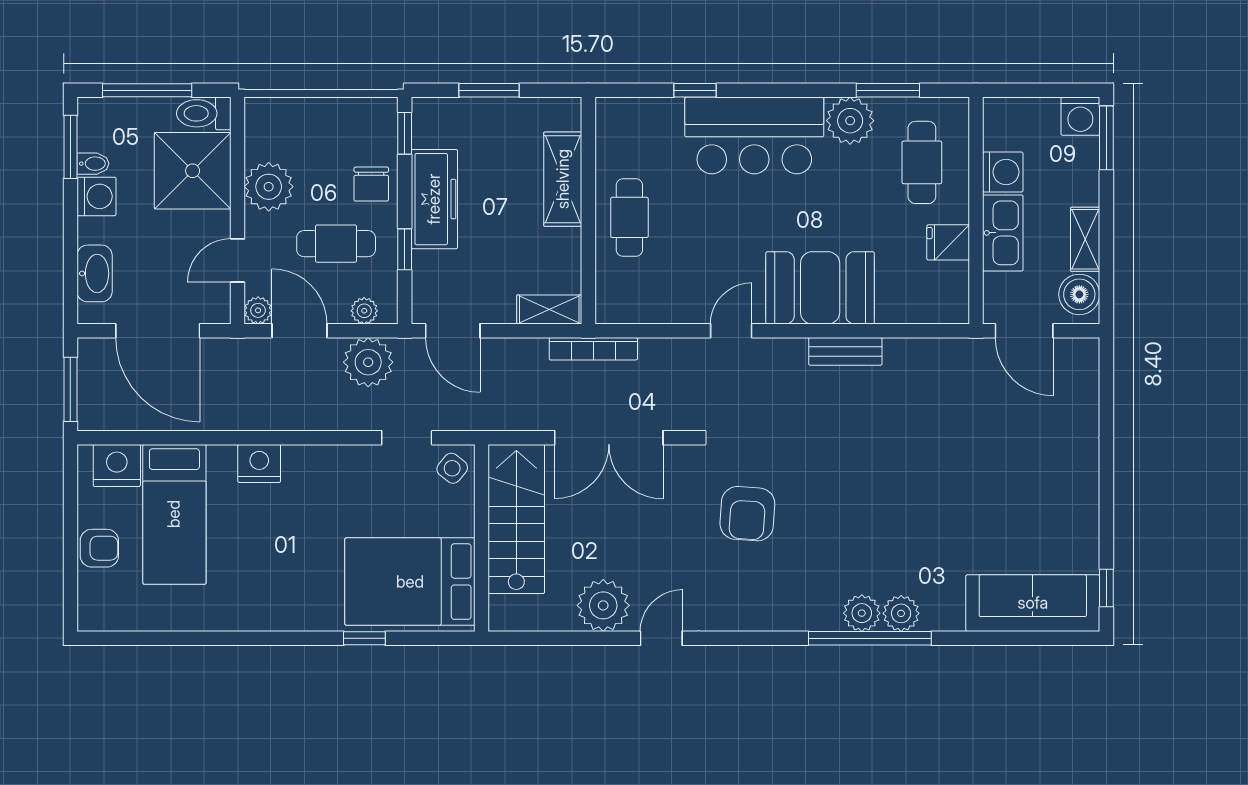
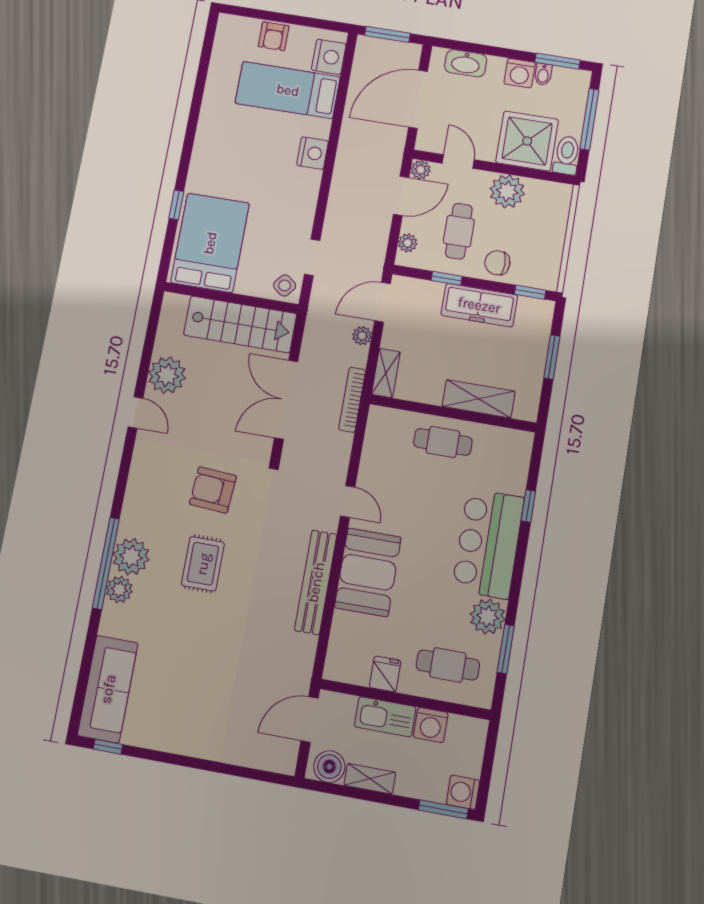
bench: (845, 351) -> (316, 582), width x1.86, depth x1.21
plant: (368, 362) -> (362, 336), moved, width x0.53, depth x0.53
rug: (847, 509) -> (203, 564), added
plant: (862, 613) -> (131, 557), width x1.36, depth x1.36

